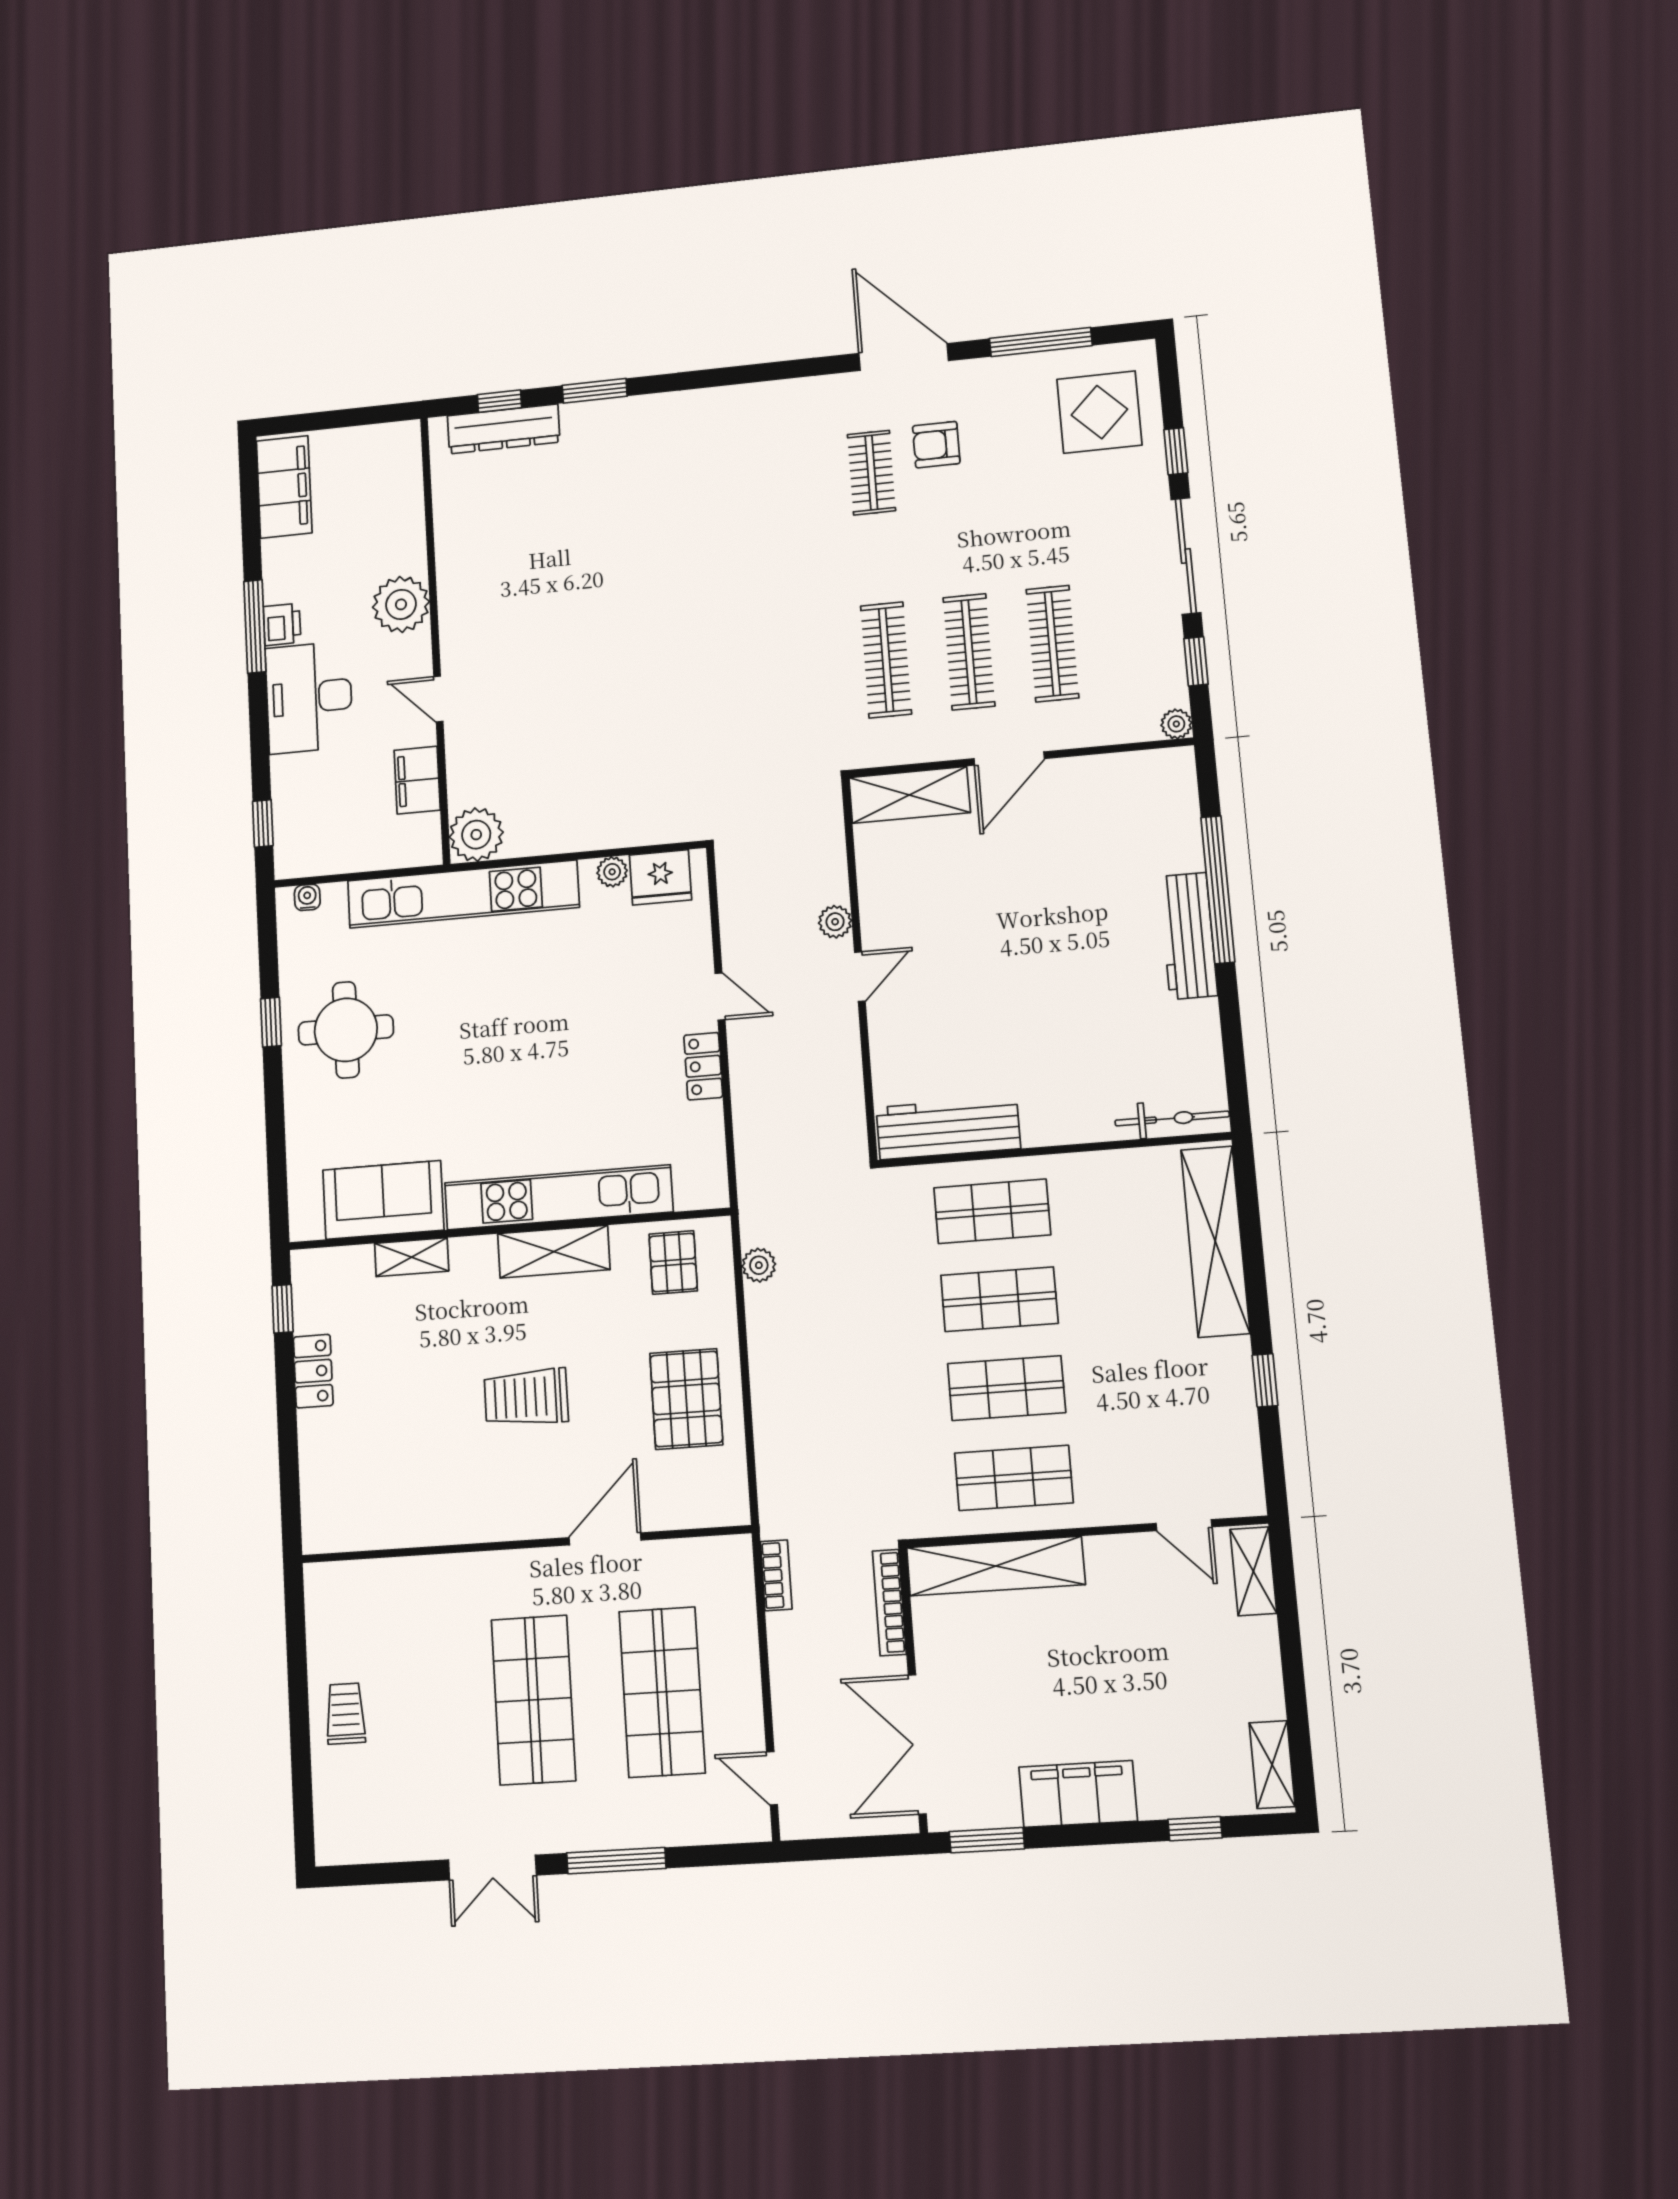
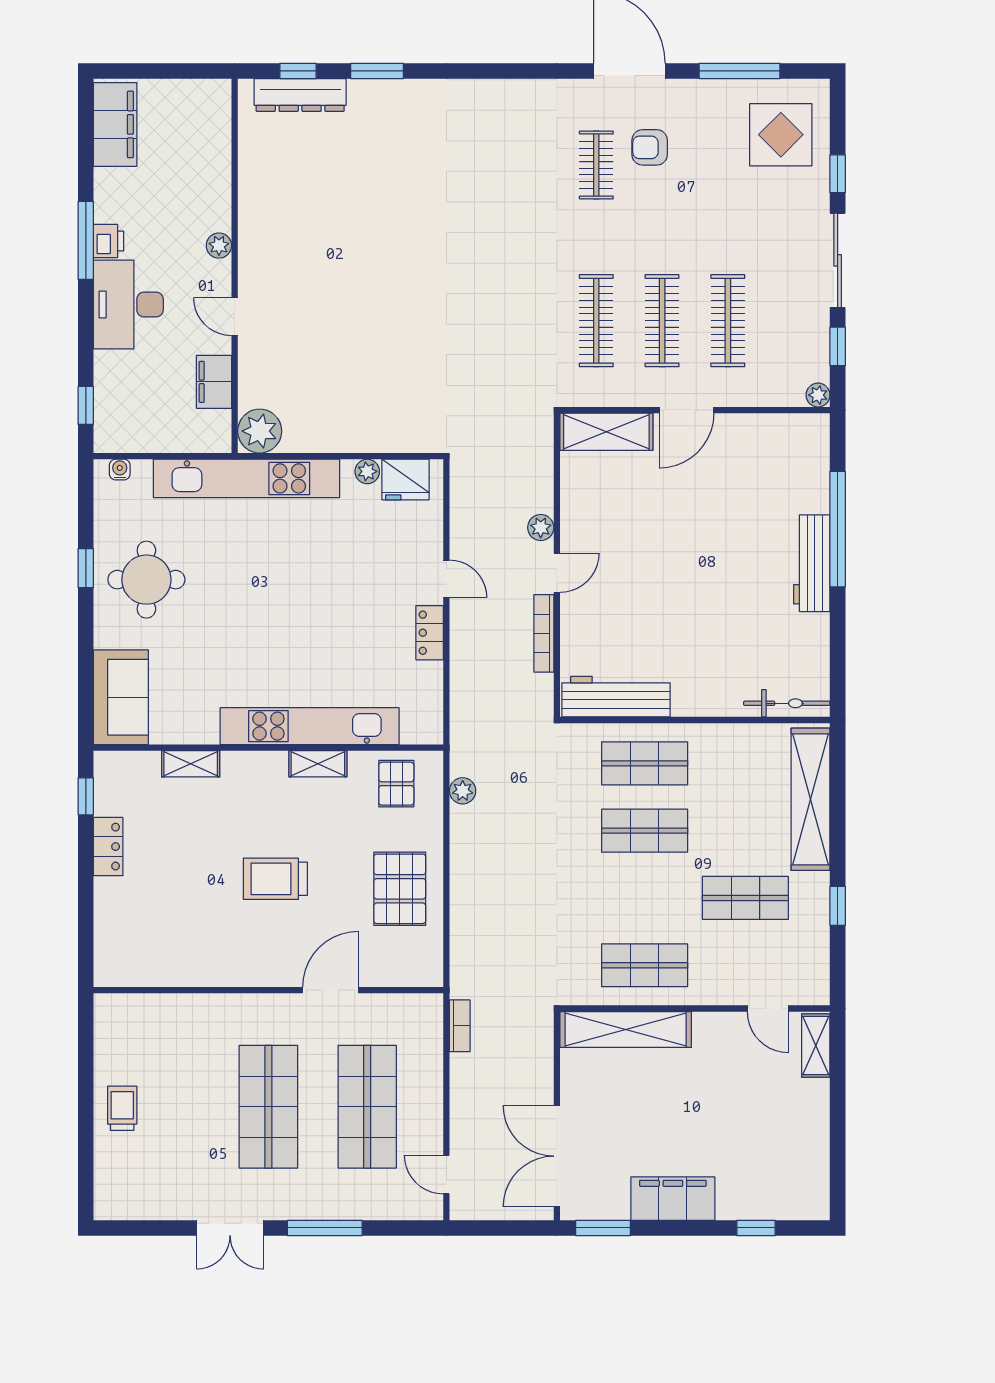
plant: (401, 604) -> (219, 246), width x0.53, depth x0.53
sofa: (383, 1200) -> (121, 697), moved, turned 90
shelving: (554, 1252) -> (318, 764), width x0.67, depth x0.75
shop shelf: (1007, 1388) -> (745, 898), moved
bookcase: (889, 1603) -> (544, 633), moved
shelving: (1272, 1765) -> (816, 1185), removed

